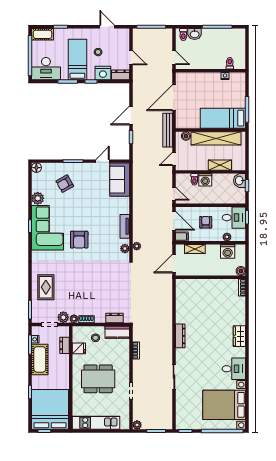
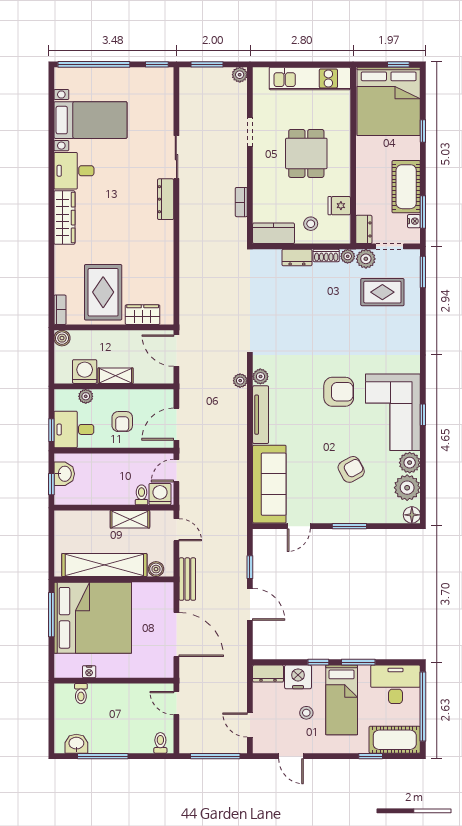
cot: (42, 34) -> (395, 740), width x1.37, depth x1.34
washbasin: (195, 34) -> (76, 744), moved
door: (131, 58) -> (250, 725), moved
door: (174, 98) -> (176, 634), hinge flipped
door: (131, 115) -> (250, 604), hinge flipped
bed: (223, 118) -> (93, 618), width x2.04
bench: (168, 130) -> (187, 579), width x0.73
door: (174, 159) -> (176, 530), hinge flipped
shelving: (220, 165) -> (130, 519), moved
sofa: (120, 180) -> (269, 484), width x1.36
washing machine: (205, 180) -> (160, 494), moved
washbasin: (240, 180) -> (64, 474), moved
plant: (39, 184) -> (407, 488), added
armchair: (65, 184) -> (351, 469), moved
door: (174, 194) -> (176, 471), hinge flipped
door: (174, 221) -> (176, 424), hinge flipped
tv unit: (125, 226) -> (261, 415), width x1.41
filing cabinet: (182, 237) -> (163, 397), removed
armchair: (79, 240) -> (339, 392), turned 90
shelving: (195, 249) -> (116, 376), moved
door: (174, 264) -> (176, 351), swing flipped
wardrobe: (194, 285) -> (143, 315), added
rug: (46, 287) -> (382, 292), moved, turned 90
rug: (217, 298) -> (103, 292), added
dresser: (115, 318) -> (297, 258), moved
dresser: (180, 336) -> (166, 199), moved
wardrobe: (239, 336) -> (64, 218), width x1.50
dresser: (65, 345) -> (364, 229), moved
dining table: (98, 379) -> (306, 153), width x0.73
bed with nightstands: (224, 405) -> (90, 120), width x0.73

